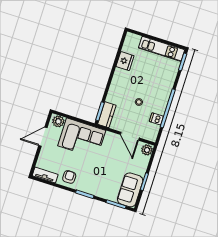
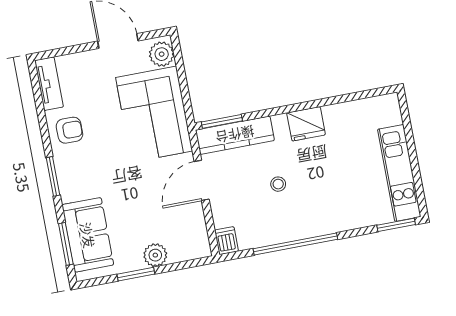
fridge: (125, 61) -> (306, 124), moved
kitchen counter: (107, 115) -> (235, 135), width x1.50
dishwasher: (156, 119) -> (226, 241), moved
door: (130, 136) -> (202, 180), moved
plant: (147, 150) -> (155, 255), moved
sofa: (130, 190) -> (88, 235), moved, turned 90

